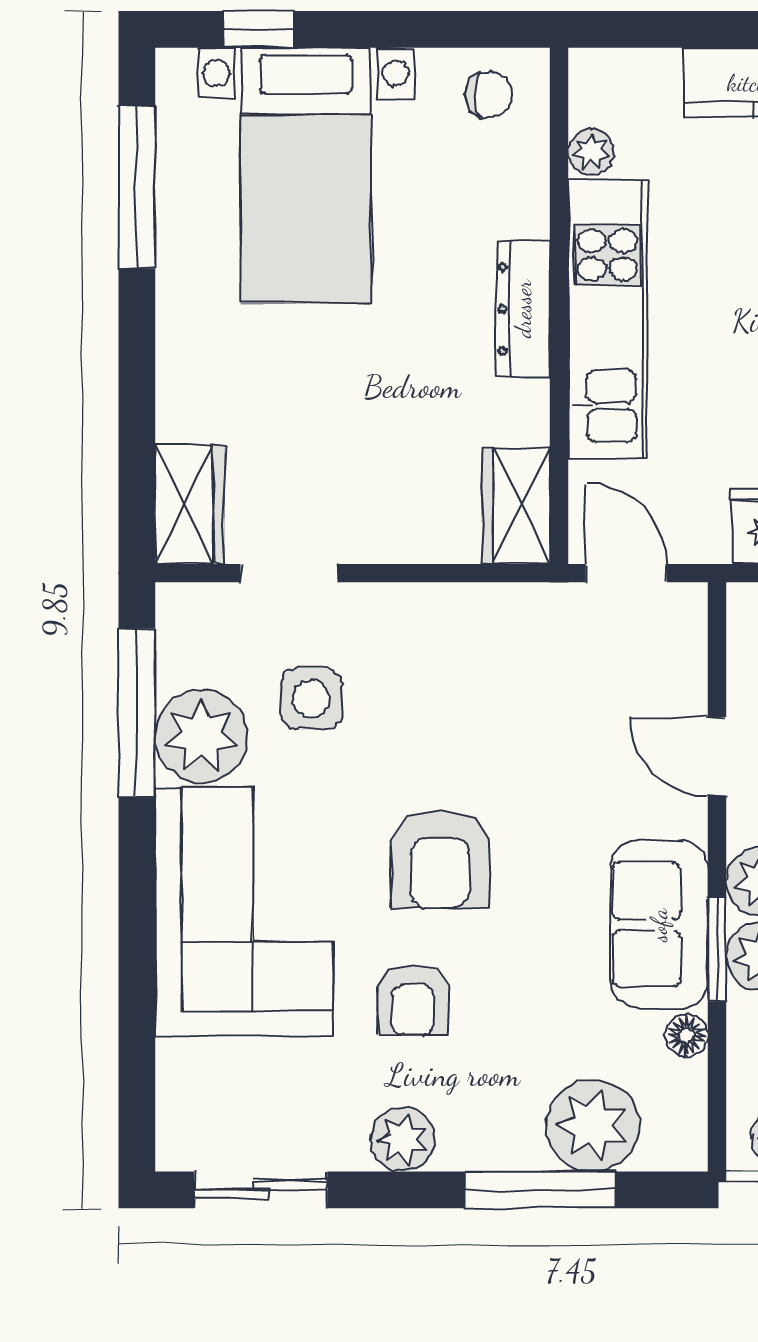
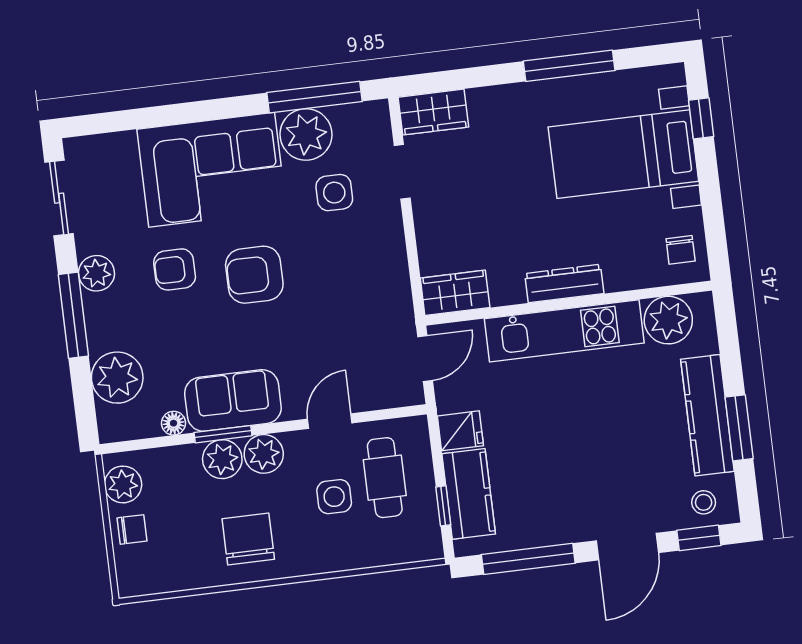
plant: (591, 152) -> (668, 320), width x1.88, depth x1.88
window: (137, 187) -> (569, 66), moved
window: (540, 1190) -> (73, 315), moved

